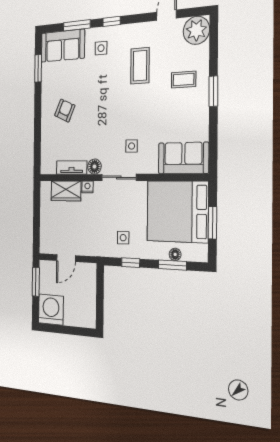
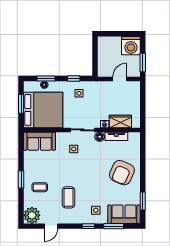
armchair: (65, 111) -> (122, 173), width x1.88, depth x1.88

